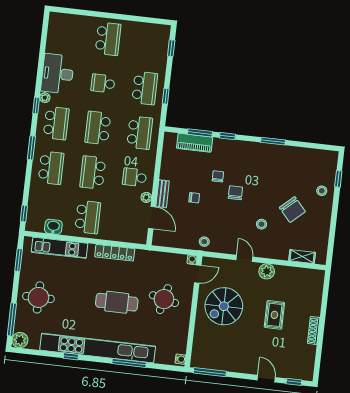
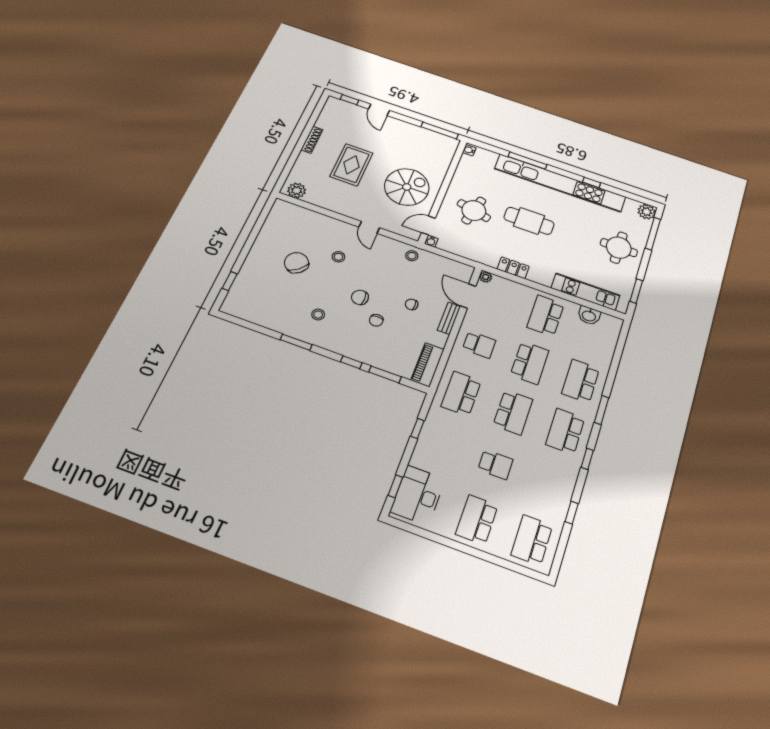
desk: (58, 74) -> (418, 495), moved, turned 180
school desk: (145, 88) -> (532, 540), moved
plant: (45, 98) -> (574, 466), removed
piano: (195, 143) -> (427, 365), moved, turned -90
stool: (322, 191) -> (318, 314), moved
chair: (235, 193) -> (360, 297), turned 90
plant: (146, 197) -> (486, 277), moved
window: (24, 214) -> (572, 513), moved
locker: (115, 253) -> (513, 268), width x0.66
shelving: (302, 257) -> (301, 213), removed
plant: (267, 271) -> (297, 191), moved
rug: (274, 315) -> (351, 165), width x1.36, depth x1.43

